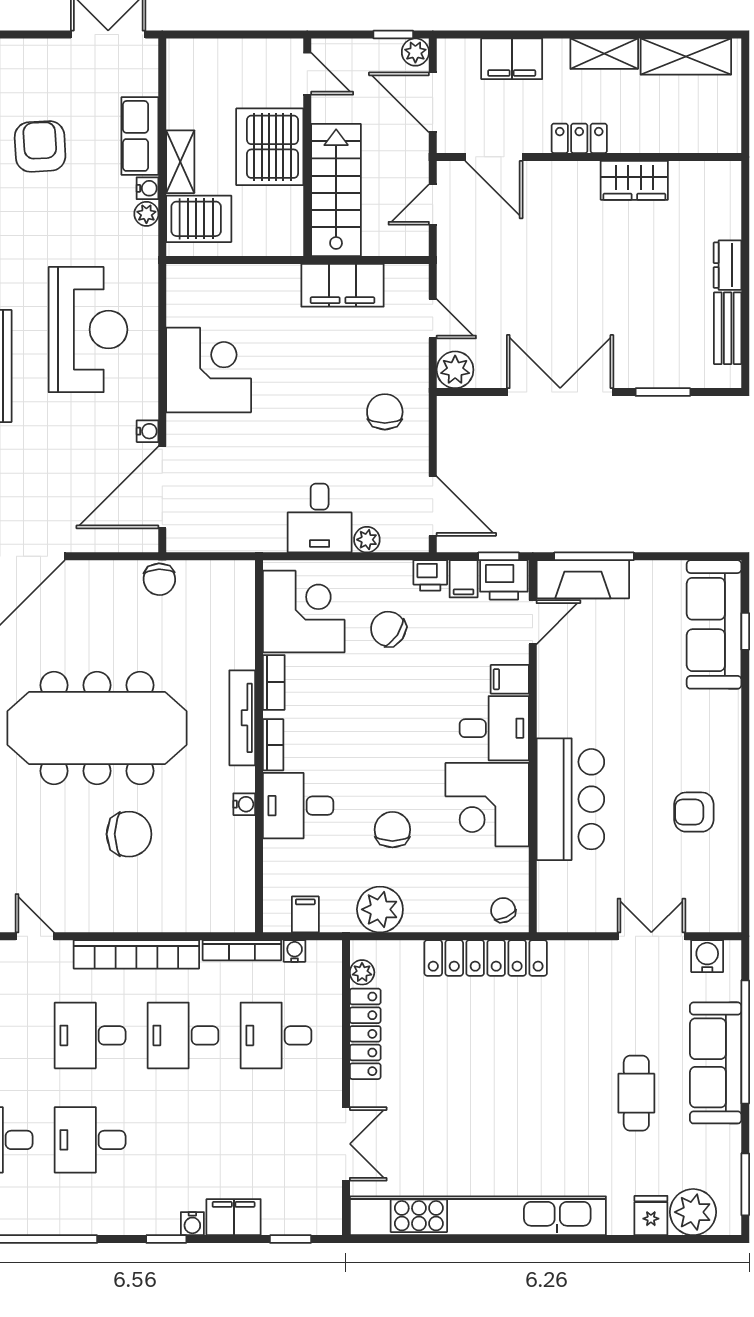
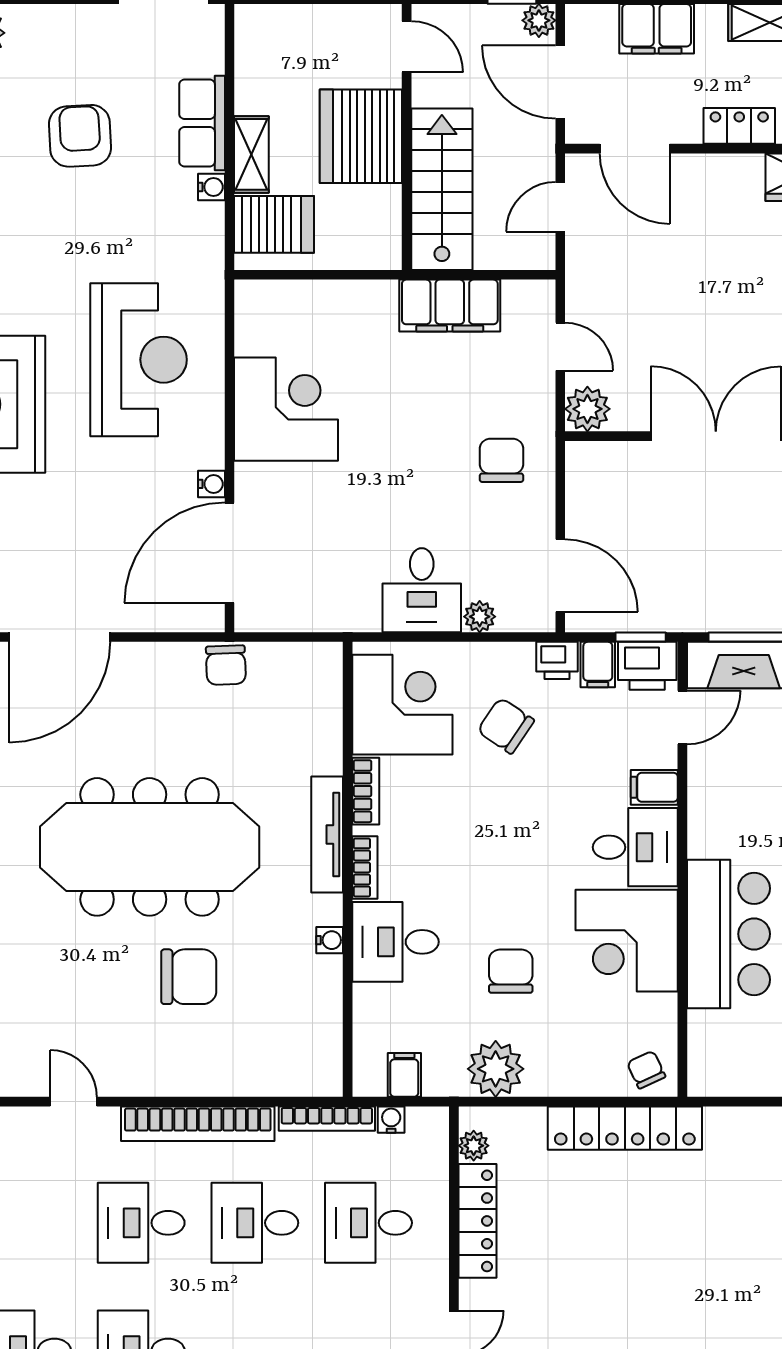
plant: (146, 214) -> (210, 218), removed

